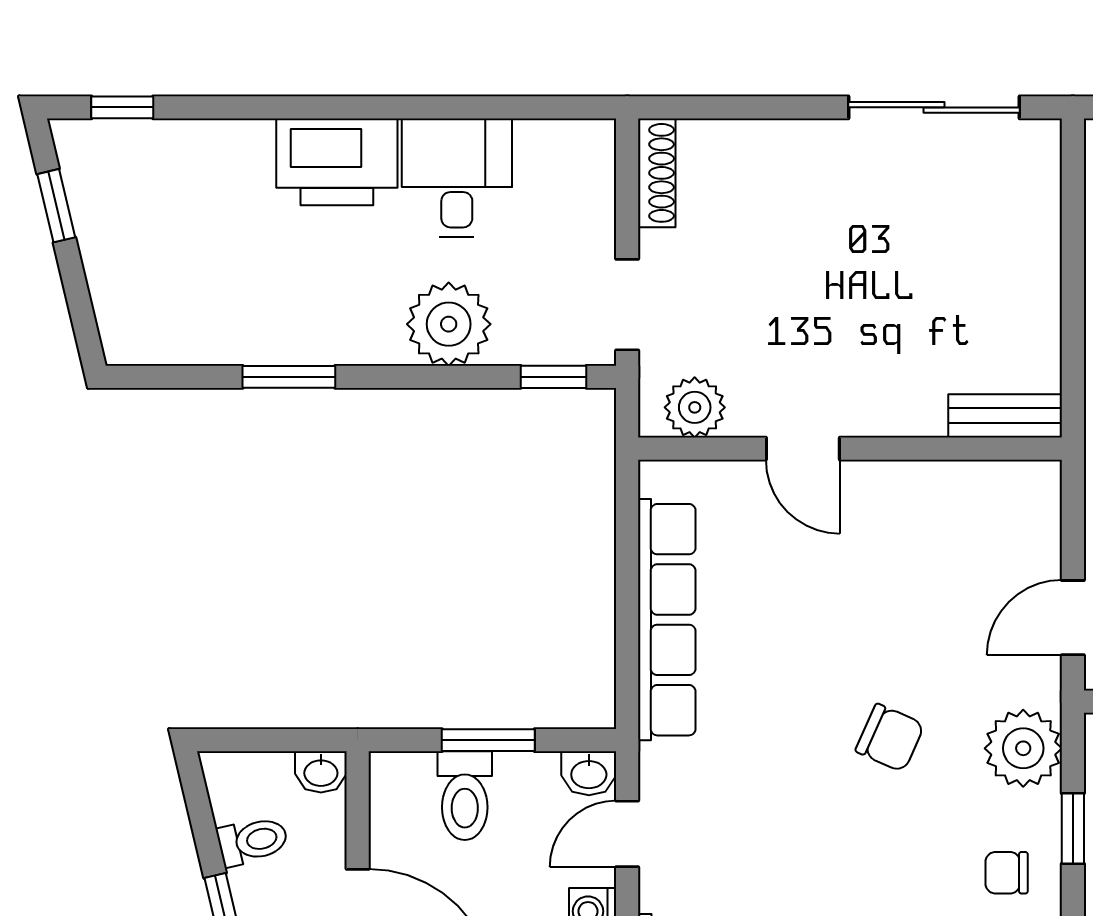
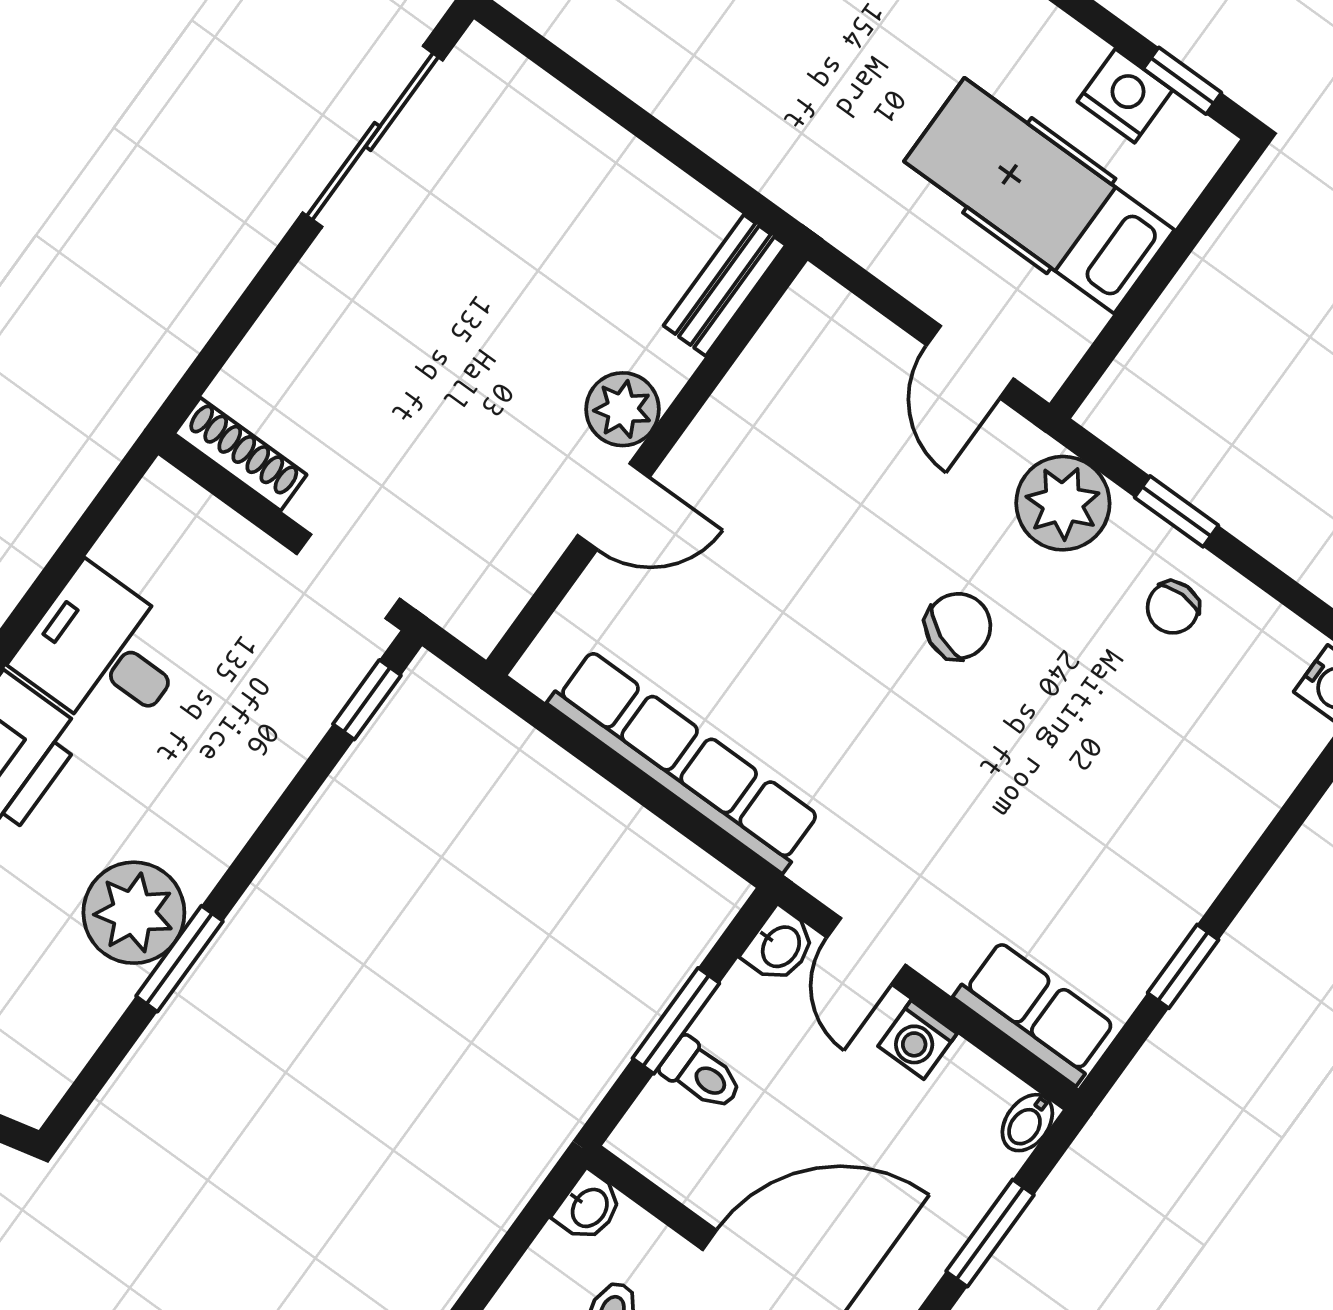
plant: (449, 324) -> (134, 913), moved
plant: (695, 407) -> (623, 409), moved
toilet: (465, 796) -> (702, 1074), width x0.73, depth x0.72

